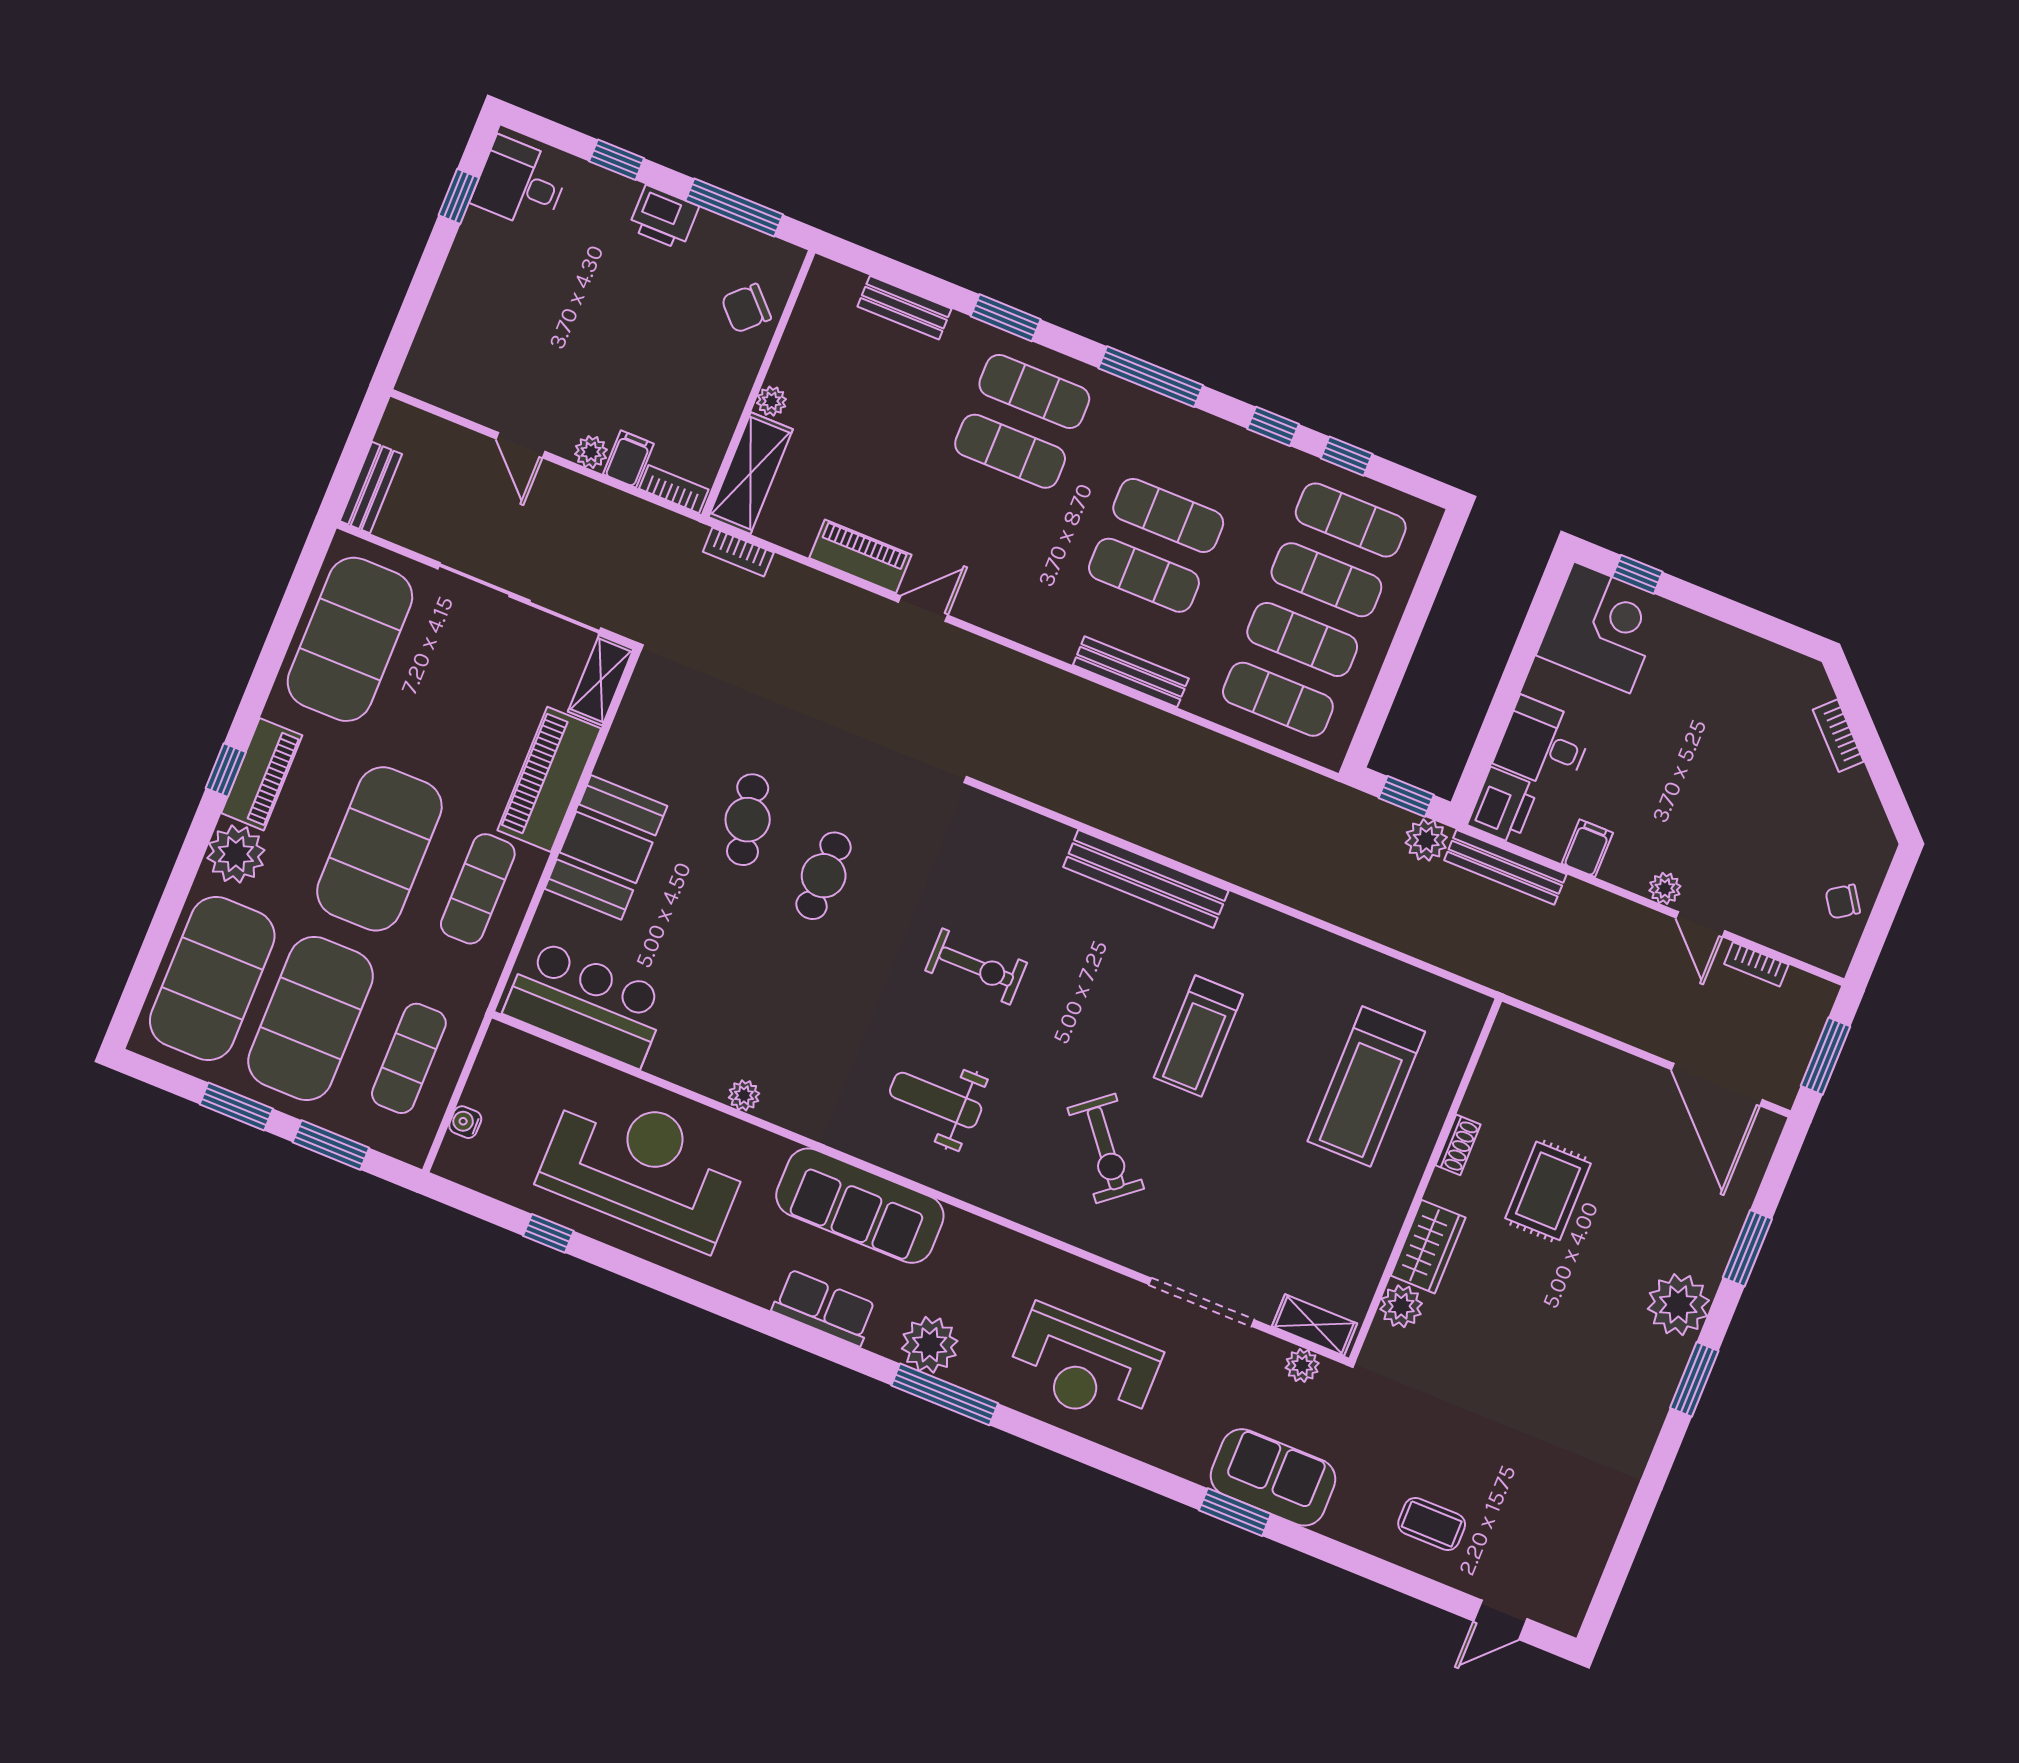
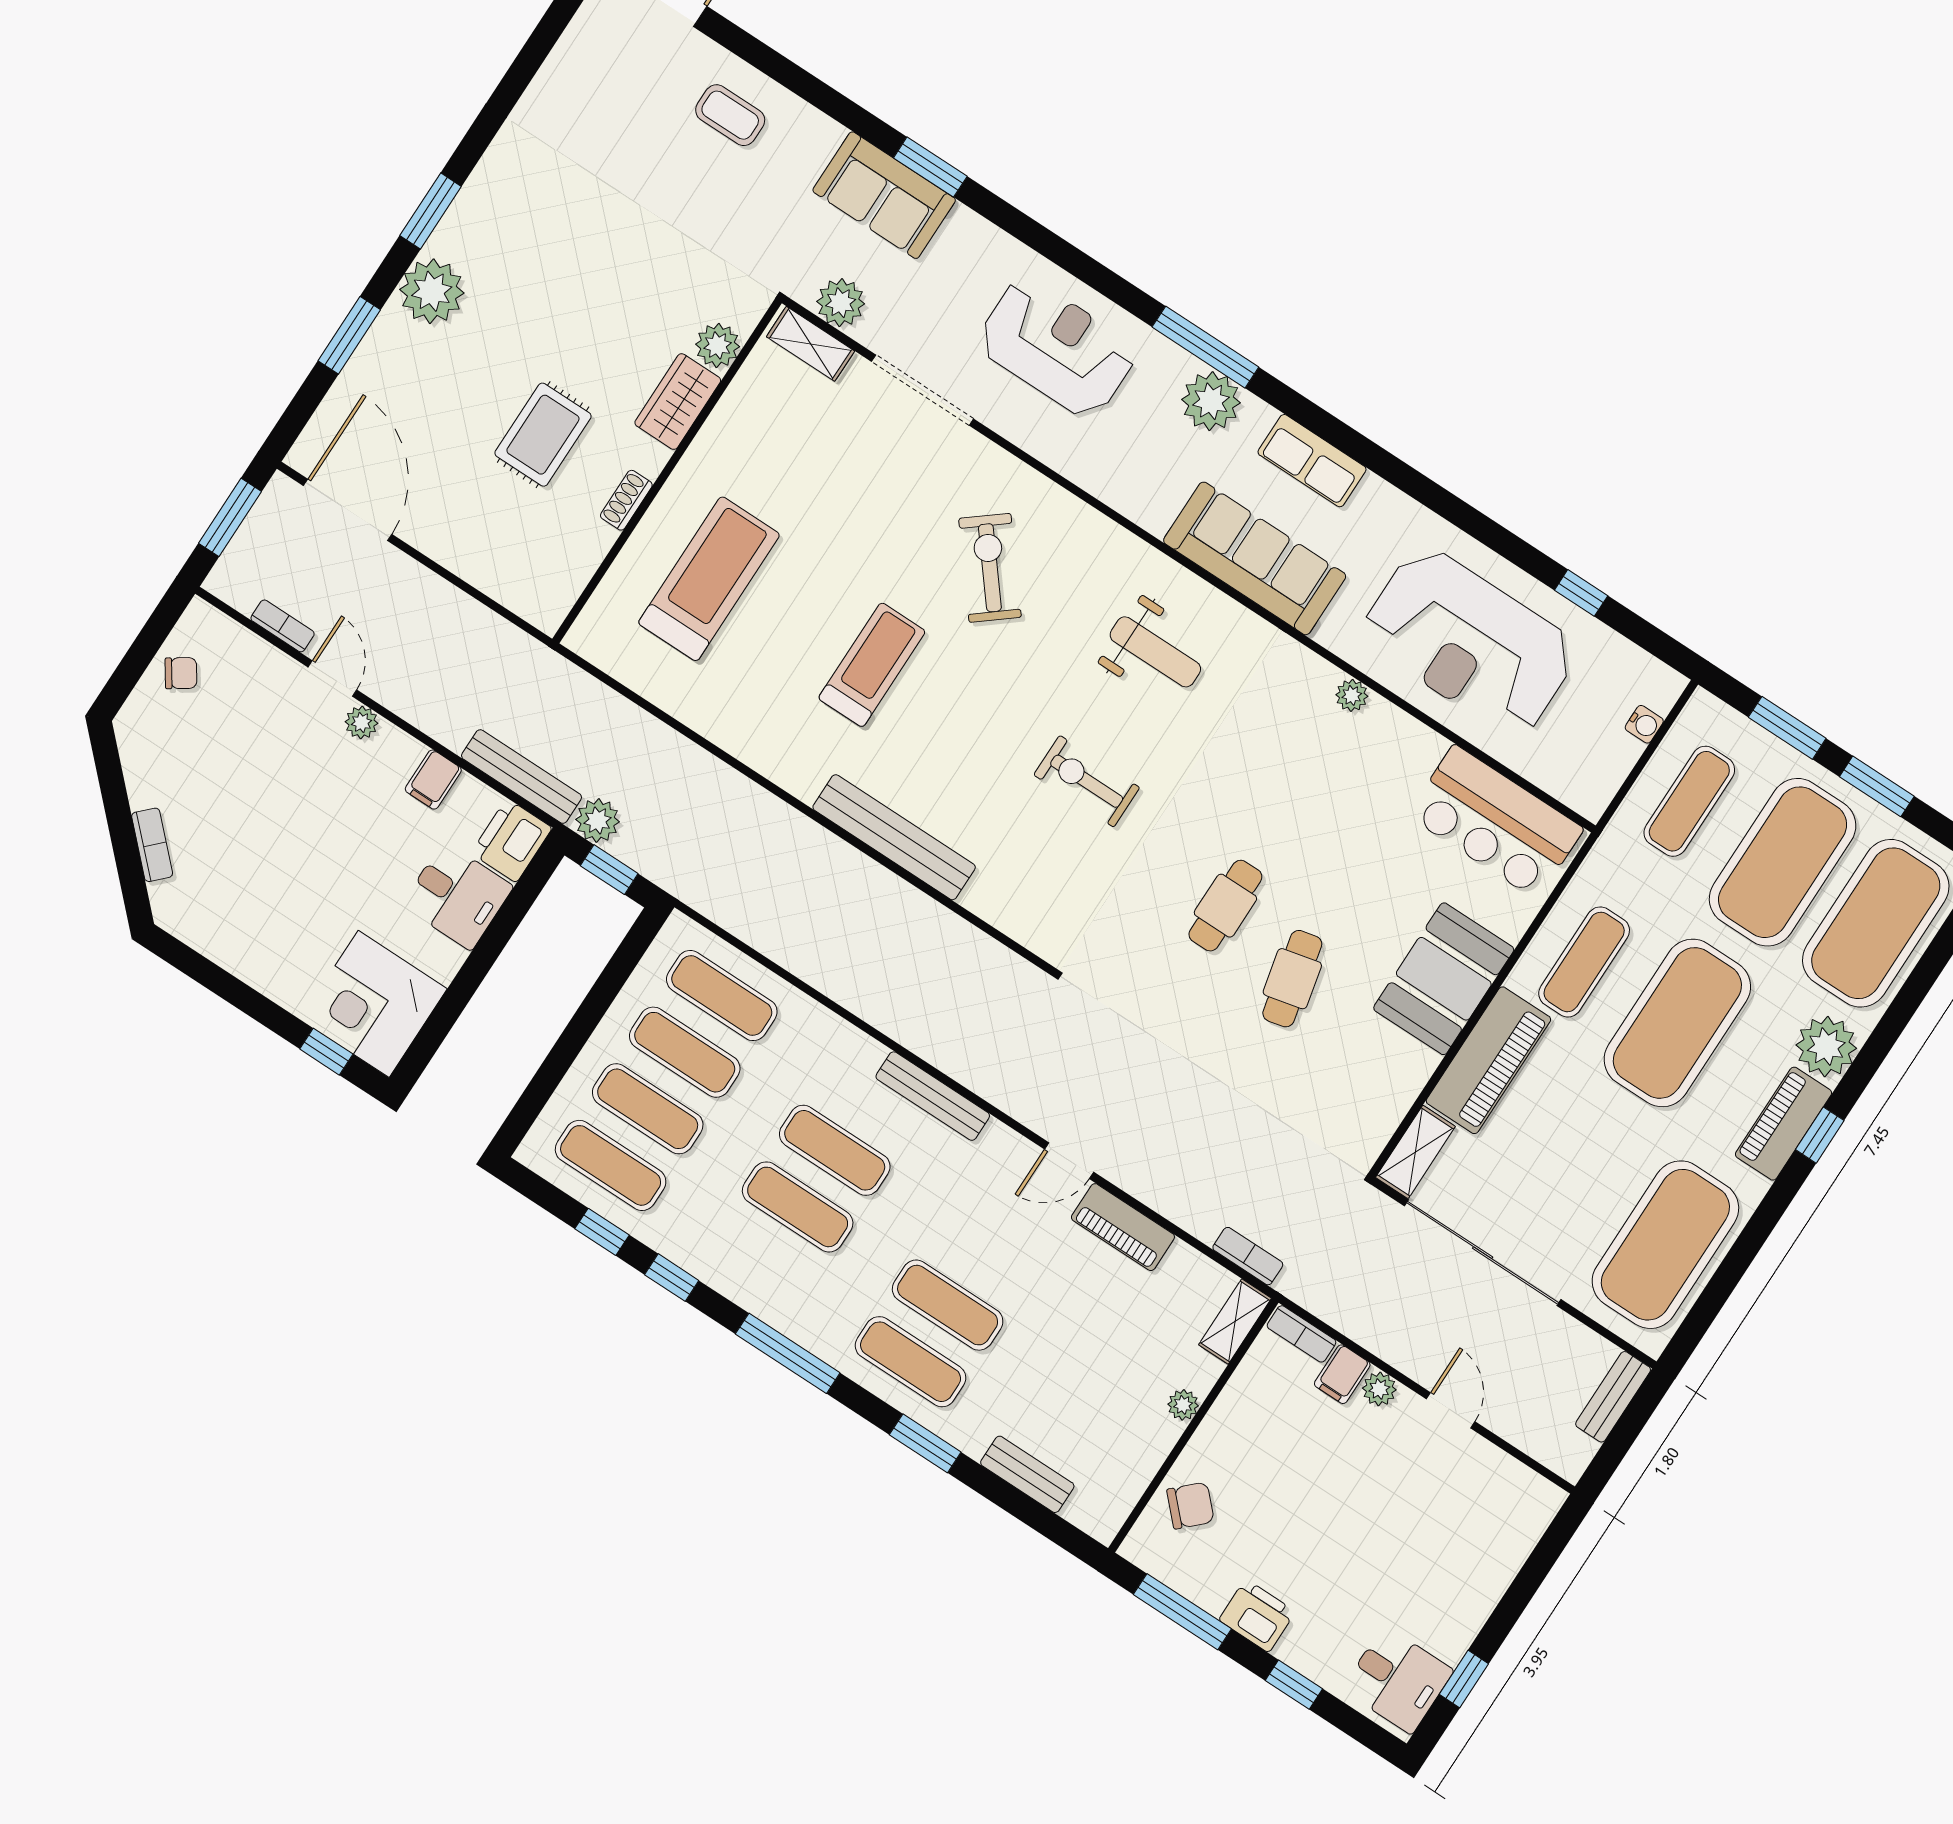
shelving: (751, 473) -> (1235, 1322), width x0.67, depth x0.75
bench: (1131, 672) -> (933, 1096), moved
plant: (1302, 1365) -> (841, 303), width x1.38, depth x1.38

